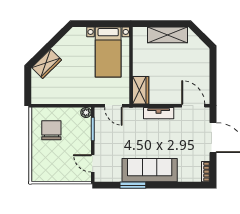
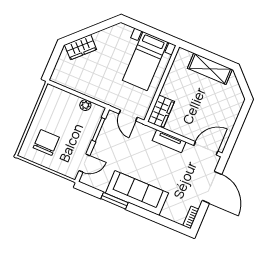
door: (193, 106) -> (206, 148), hinge flipped
plant: (86, 112) -> (85, 105), moved
chair: (51, 130) -> (46, 143), moved
door: (93, 163) -> (84, 163), swing flipped

